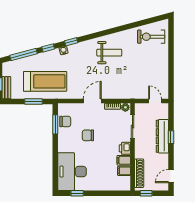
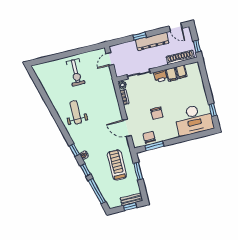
exercise bike: (151, 37) -> (76, 72), moved
treadmill: (45, 81) -> (117, 165), width x0.73, depth x0.73
door: (92, 101) -> (127, 128), moved
dresser: (162, 136) -> (152, 41), moved

